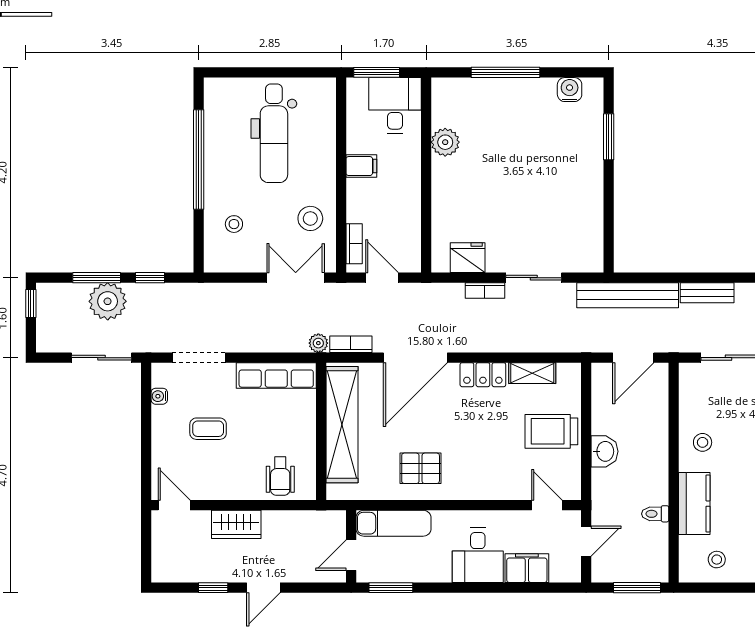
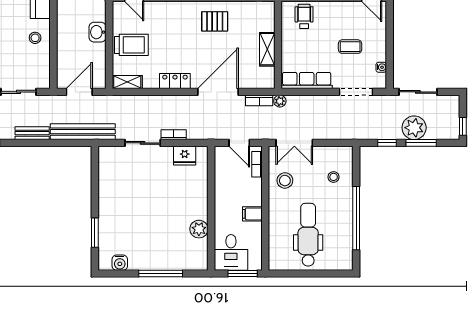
shelving: (532, 373) -> (127, 82), moved
shelving: (342, 425) -> (267, 49), width x0.45, depth x0.75

